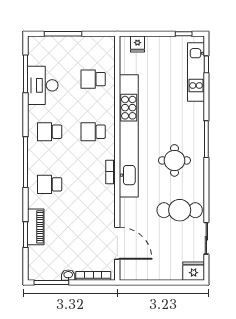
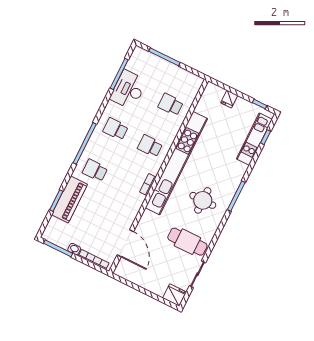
fridge: (138, 44) -> (229, 99), moved
piano: (36, 227) -> (69, 199), width x1.37, depth x1.33

